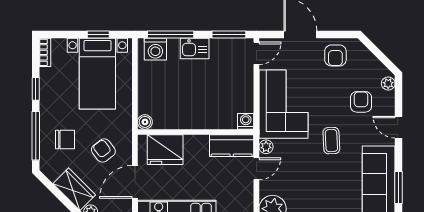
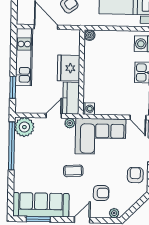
armchair: (335, 55) -> (135, 175), turned 90
fridge: (165, 150) -> (69, 68), moved
door: (256, 169) -> (54, 116), swing flipped

